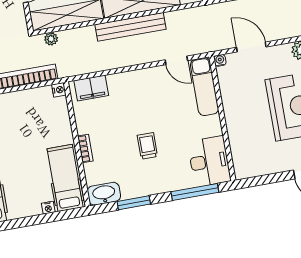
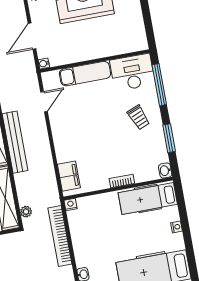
exam couch: (204, 87) -> (85, 74), moved
trolley: (147, 146) -> (139, 117), moved, turned -112
washbasin: (104, 194) -> (165, 170), width x0.52, depth x0.69
nightstand: (48, 208) -> (177, 227), moved

